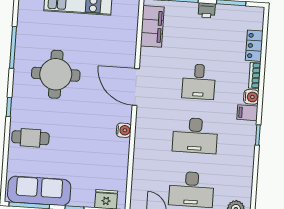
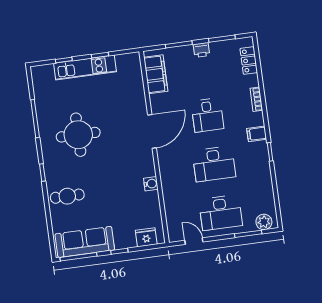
locker: (254, 46) -> (249, 61), moved
door: (136, 87) -> (152, 131), swing flipped
water cooler: (251, 97) -> (257, 119), removed
water cooler: (124, 130) -> (151, 184), moved

